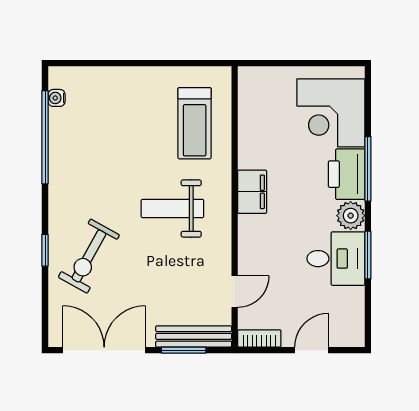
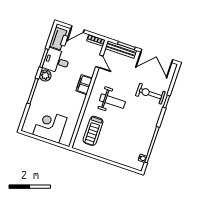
corner desk: (331, 113) -> (50, 126), moved, turned -90
treadmill: (195, 123) -> (93, 131), turned 180
printer: (347, 174) -> (59, 39), moved
filing cabinet: (252, 192) -> (84, 85), moved
exercise bike: (89, 256) -> (150, 94), turned -119
door: (235, 292) -> (99, 61), swing flipped

